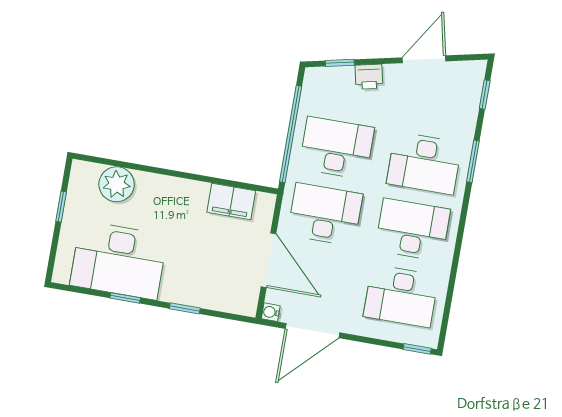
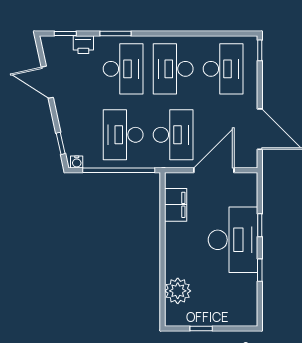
printer: (369, 77) -> (83, 45), moved, turned 102
desk: (325, 214) -> (173, 135), turned 180
desk: (119, 260) -> (233, 240), moved
water cooler: (271, 312) -> (77, 162), moved

